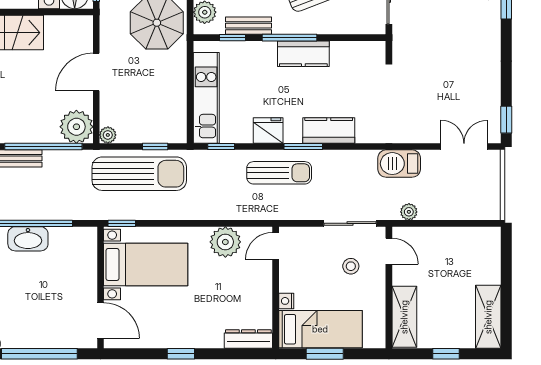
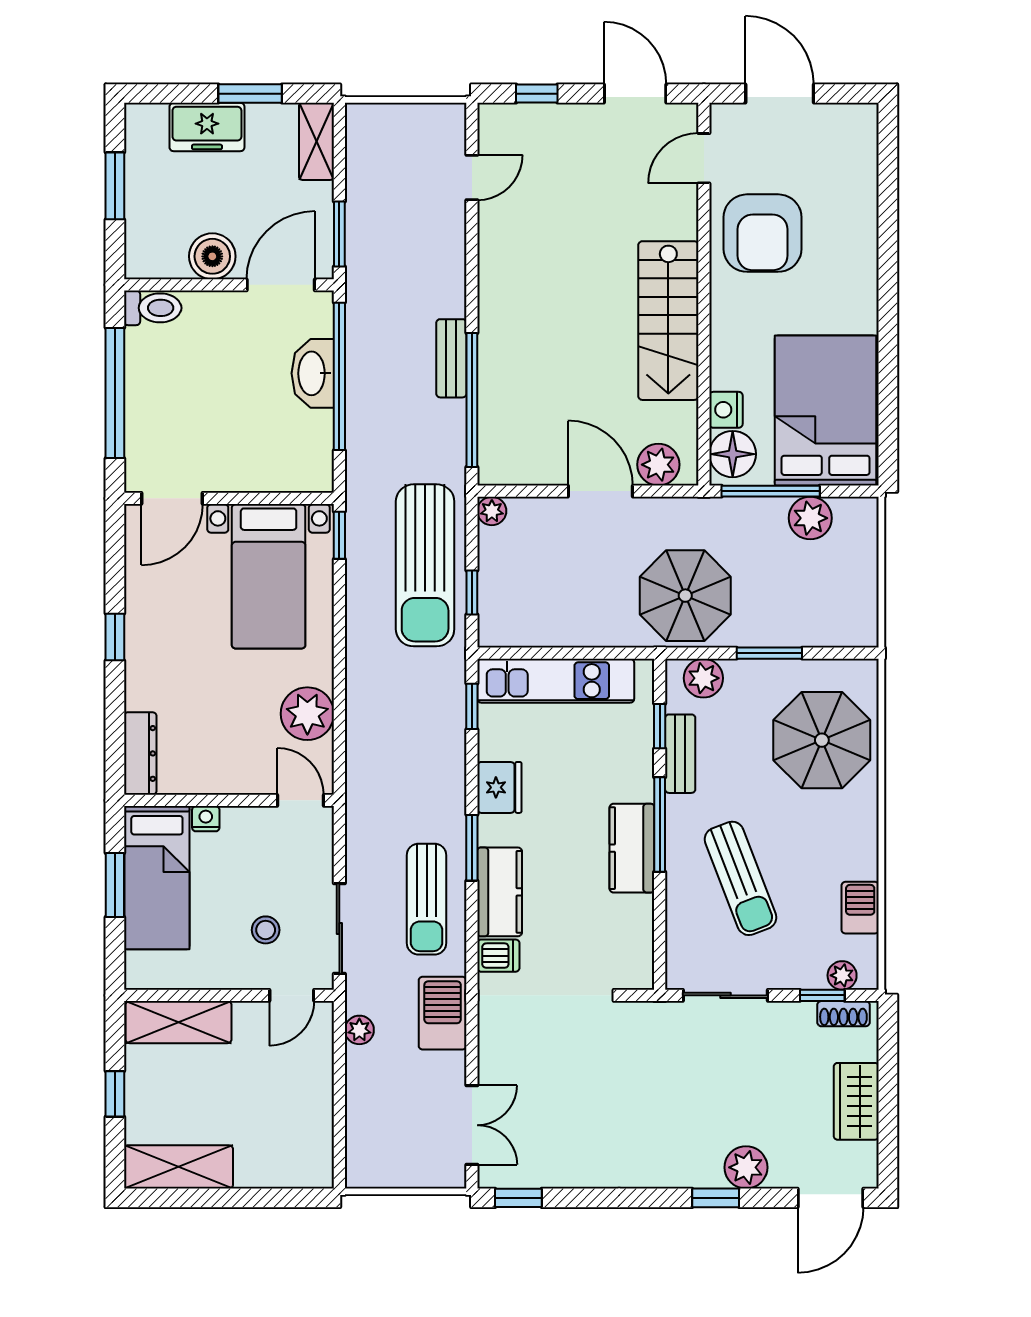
plant: (76, 127) -> (658, 465), moved, width x0.73, depth x0.73
dishwasher: (366, 131) -> (498, 956), added
sun lounger: (279, 173) -> (427, 899), moved

